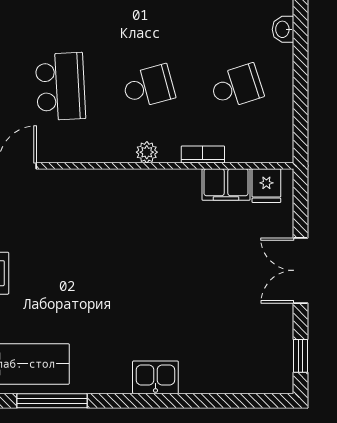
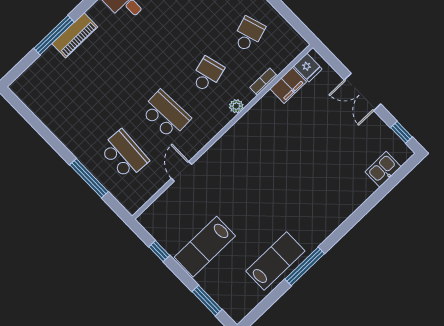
kitchen sink: (155, 377) -> (383, 169), moved

